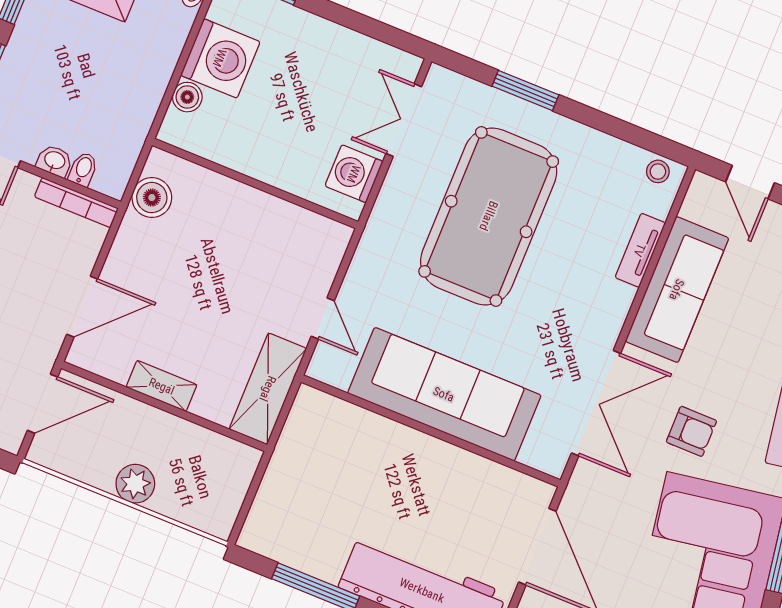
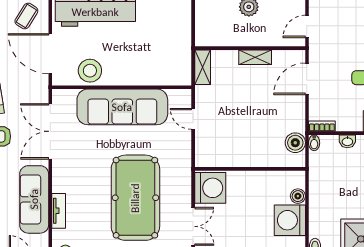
bidet: (83, 169) -> (314, 143), moved
washing machine: (354, 174) -> (210, 188), width x1.37, depth x1.37
bookcase: (76, 203) -> (322, 126), width x0.64
shelving: (268, 389) -> (203, 67), width x0.67, depth x0.75
door: (43, 404) -> (307, 26), width x0.73
stool: (477, 485) -> (90, 71), added

